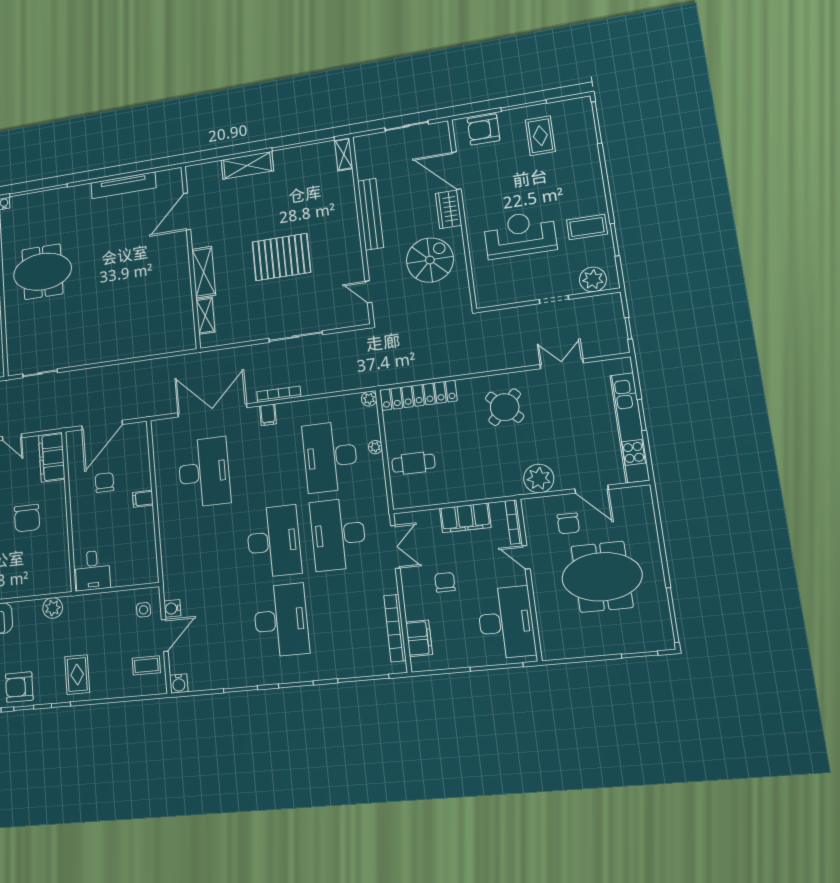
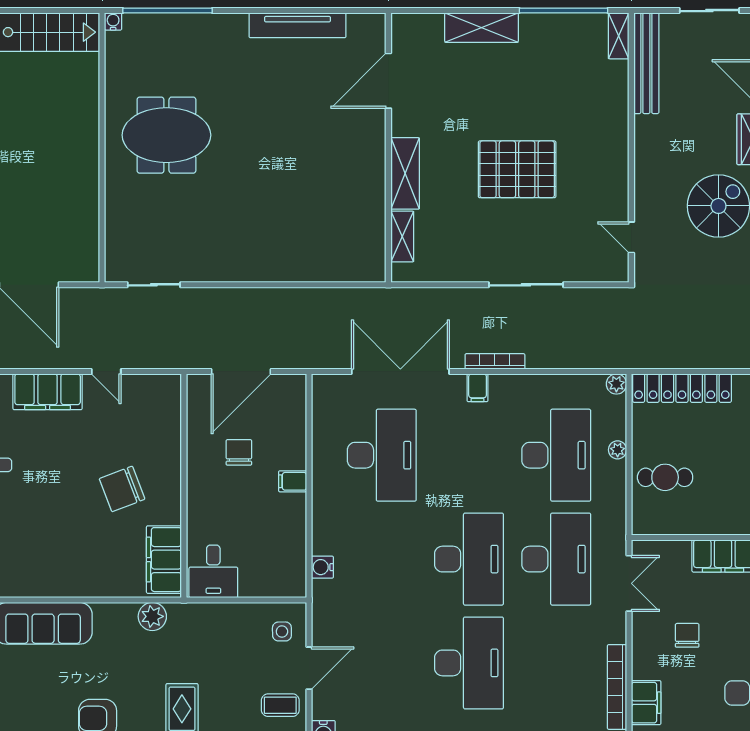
bench: (371, 214) -> (646, 63), moved
filing cabinet: (52, 457) -> (164, 560), moved
desk: (330, 457) -> (556, 455), turned 180
chair: (27, 518) -> (122, 489), turned 69
desk: (338, 534) -> (556, 559), turned 180
water cooler: (172, 608) -> (322, 567), moved

